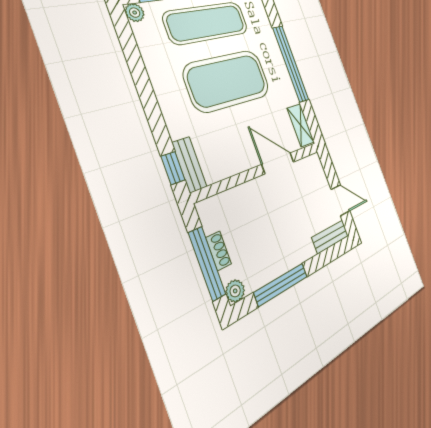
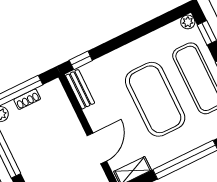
bench: (189, 165) -> (80, 89), moved, turned 90

